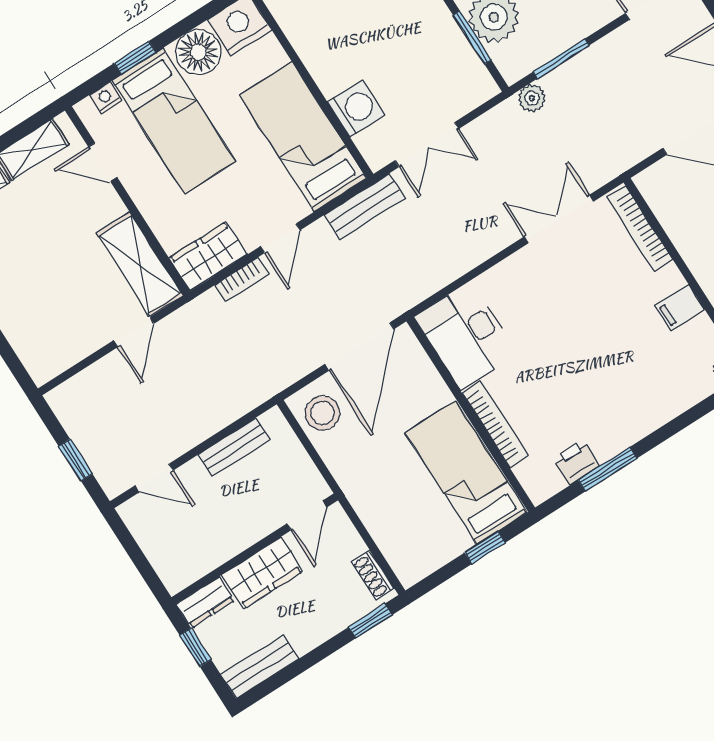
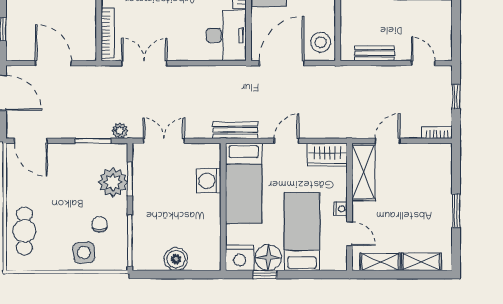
window: (135, 58) -> (265, 275), moved
nightstand: (106, 98) -> (341, 209), moved, turned -90
double door: (427, 145) -> (164, 141), moved
double door: (559, 219) -> (144, 63), swing flipped
bookcase: (242, 280) -> (437, 133), moved

